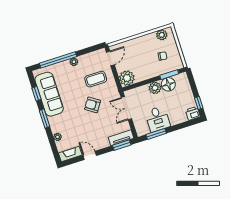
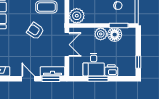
double door: (126, 108) -> (67, 45), swing flipped
printer: (193, 113) -> (111, 70), moved
window: (156, 134) -> (98, 79), moved
door: (90, 155) -> (28, 79), moved

